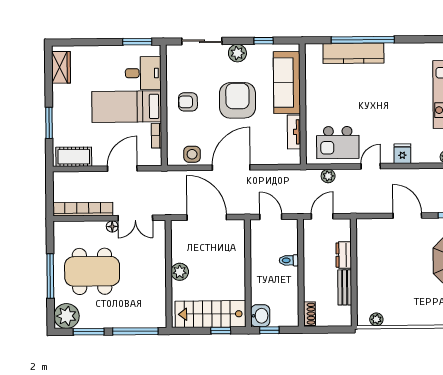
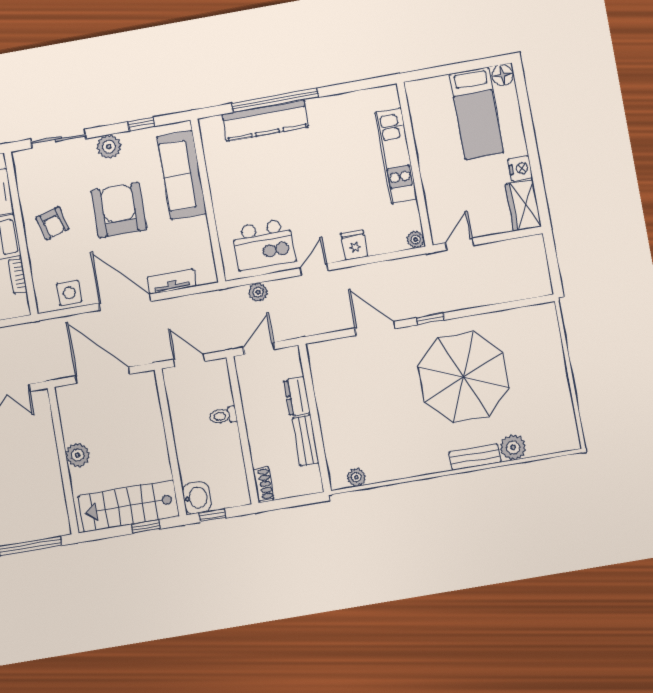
armchair: (188, 102) -> (53, 223), turned -106
tv unit: (294, 132) -> (172, 282), moved, turned 90
door: (231, 168) -> (125, 302), hinge flipped

